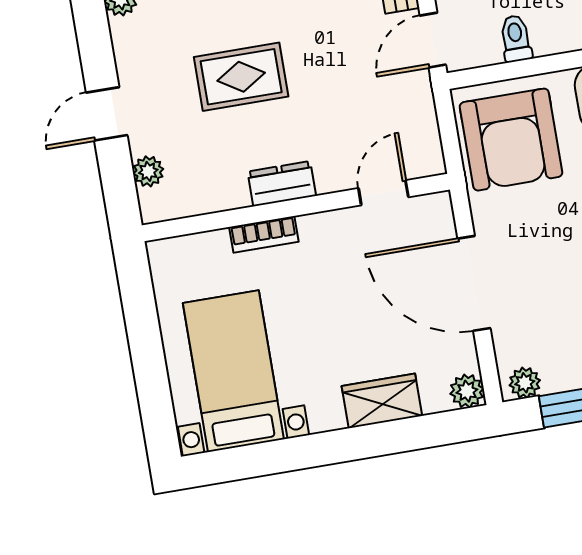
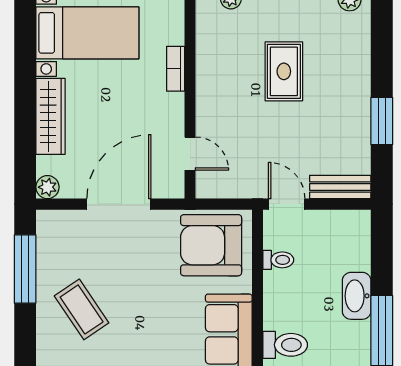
dresser: (282, 184) -> (207, 87), removed
plant: (525, 383) -> (46, 227), removed
wardrobe: (382, 401) -> (51, 116), width x1.50

